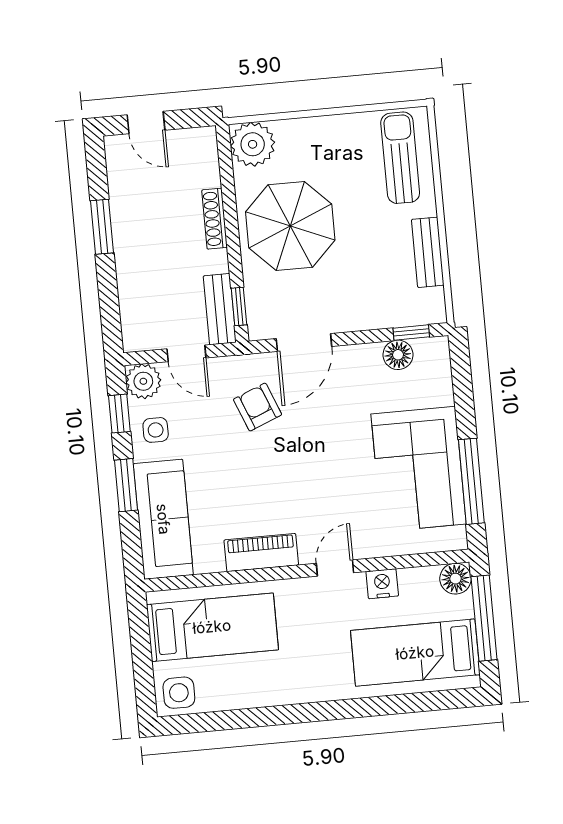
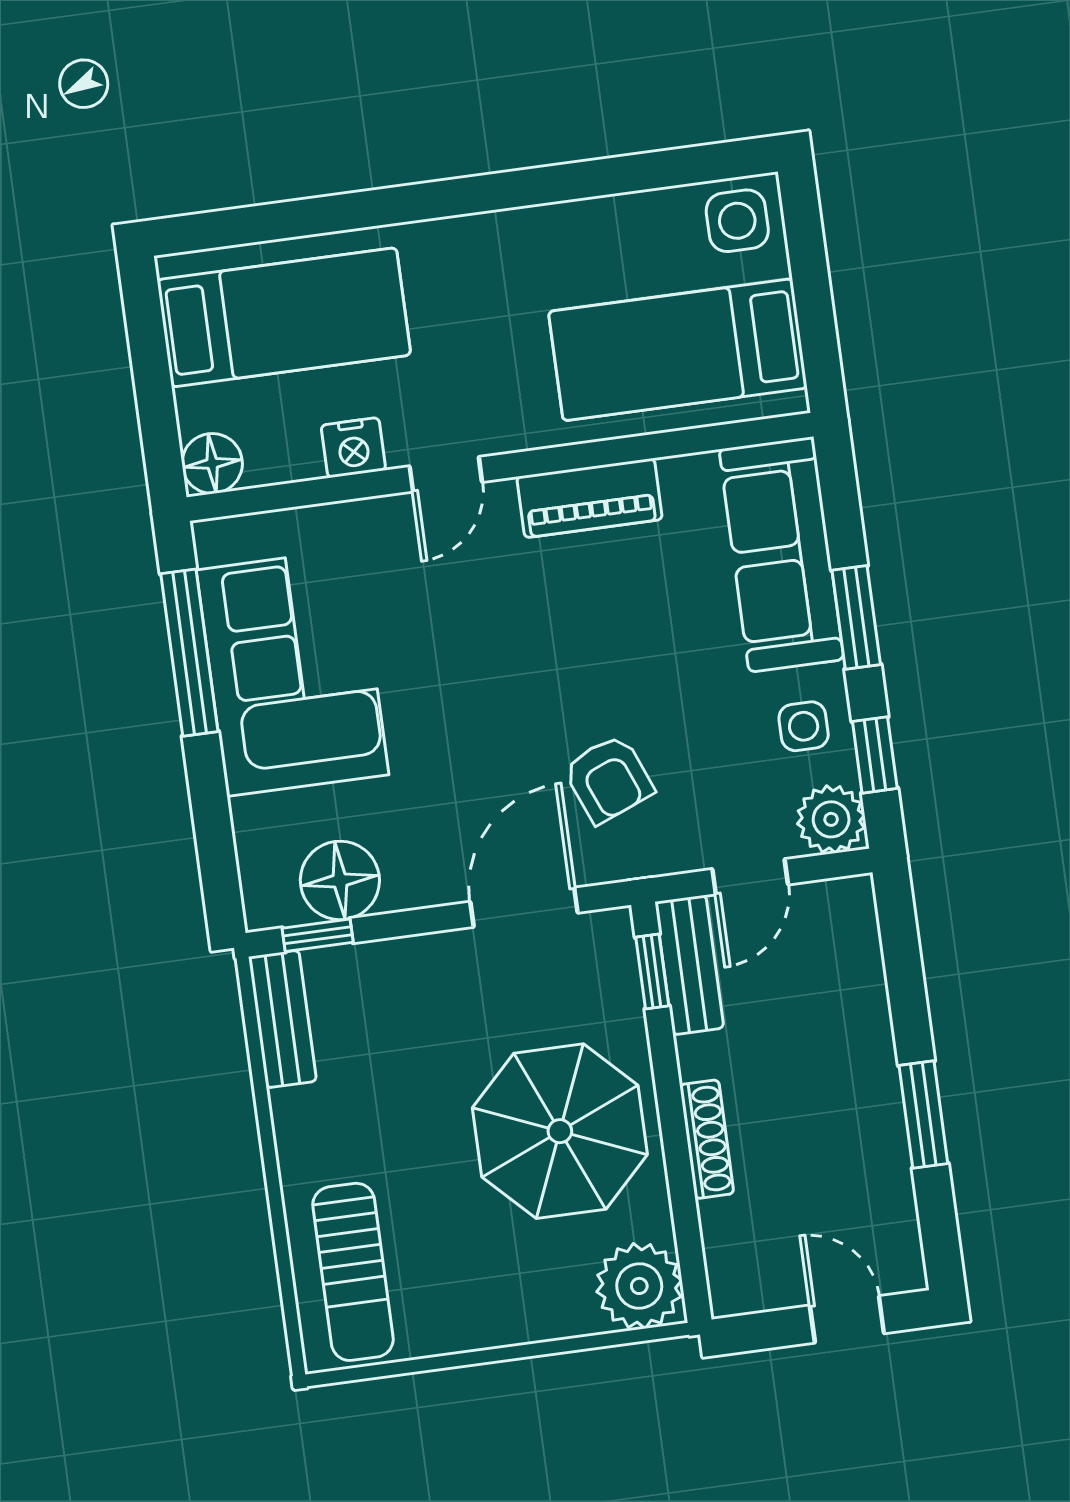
bench: (428, 252) -> (282, 1019), moved
door: (186, 353) -> (750, 877), swing flipped
floor lamp: (398, 355) -> (340, 880), width x1.38, depth x1.38
window: (484, 618) -> (154, 389), removed

